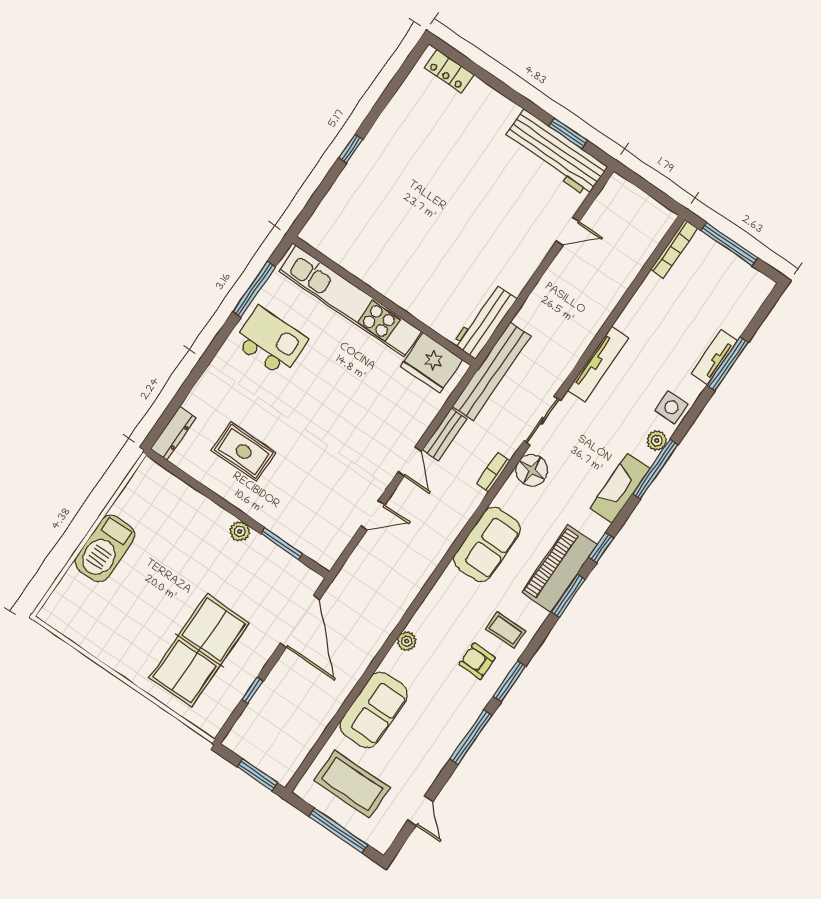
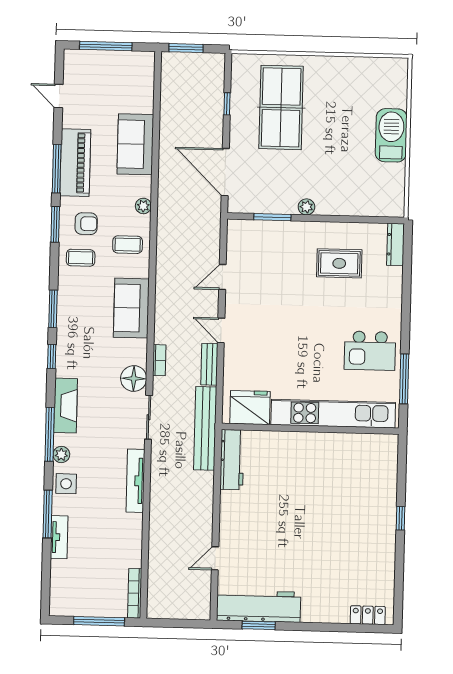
window: (728, 364) -> (48, 514), moved
piano: (559, 569) -> (75, 163), moved
coffee table: (352, 784) -> (128, 245), moved, width x0.54, depth x0.58

